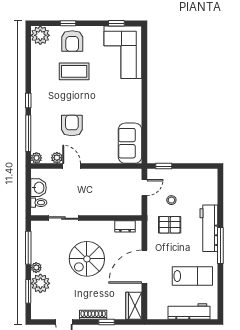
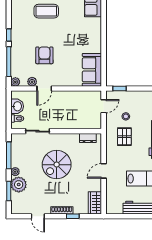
door: (72, 166) -> (44, 89), swing flipped
pallet: (170, 225) -> (124, 137), turned 90
door: (144, 267) -> (104, 171), width x0.53

